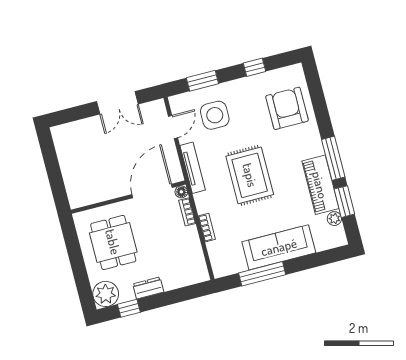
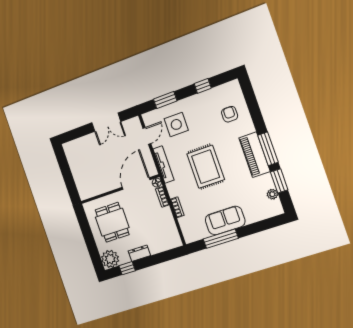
armchair: (287, 108) -> (230, 114), width x0.53, depth x0.53
piano: (320, 185) -> (254, 155), moved
sofa: (279, 247) -> (225, 221), width x0.73

